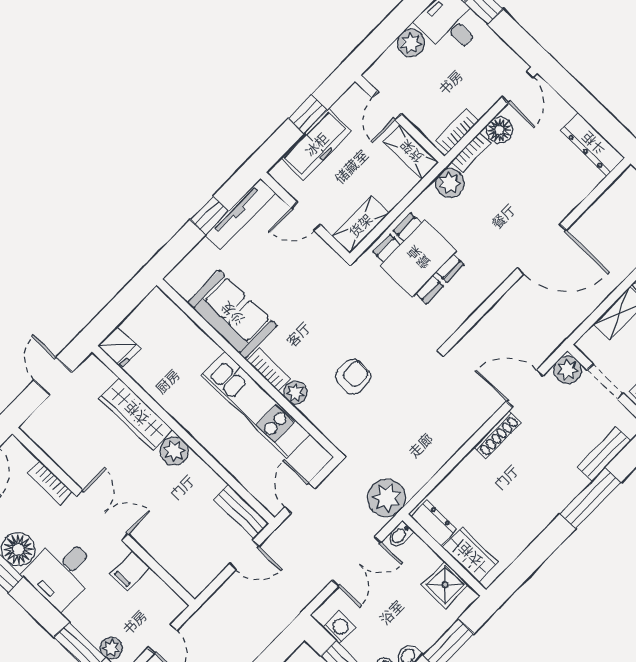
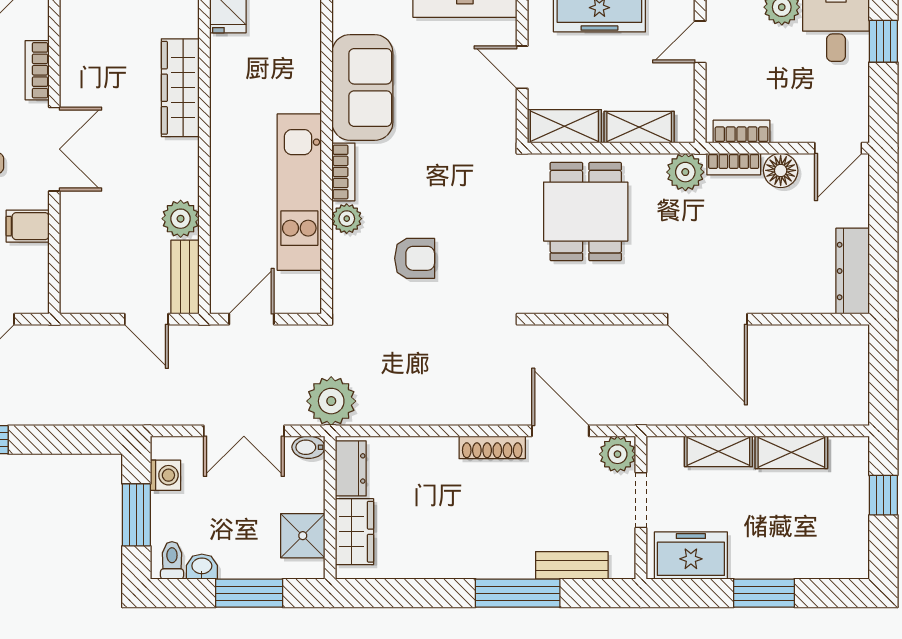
shelving: (411, 152) -> (639, 127), moved, turned 90
plant: (174, 451) -> (181, 219), moved

